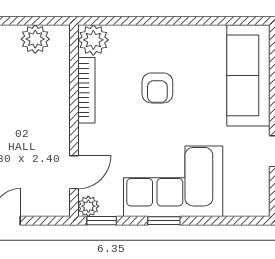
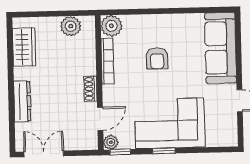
shoe rack: (61, 129) -> (90, 89), added

